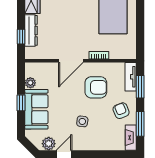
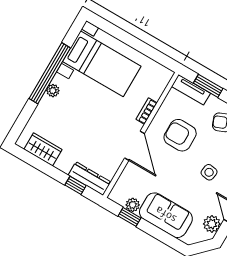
dresser: (31, 30) -> (90, 179), moved
armchair: (96, 87) -> (180, 135), turned -90
window: (21, 103) -> (130, 217), moved

